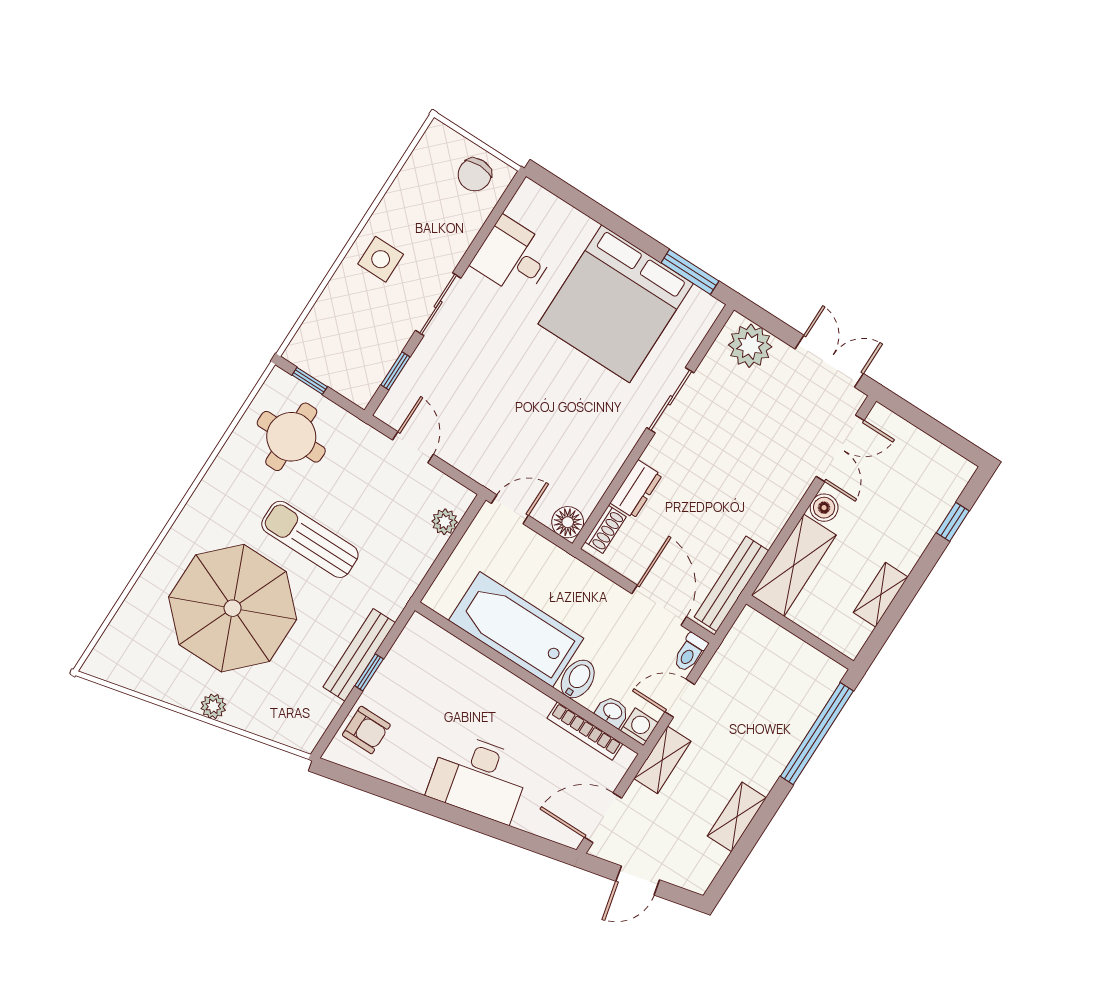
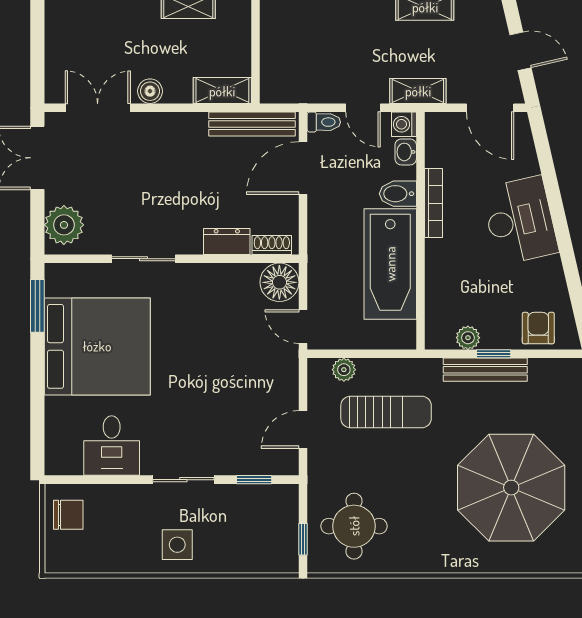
floor lamp: (568, 522) -> (279, 282), width x1.38, depth x1.38
sun lounger: (310, 539) -> (386, 412), moved, turned -90
shelving: (794, 565) -> (222, 91), width x0.67, depth x0.75
plant: (400, 658) -> (468, 338), added
bookcase: (585, 731) -> (434, 203), moved

